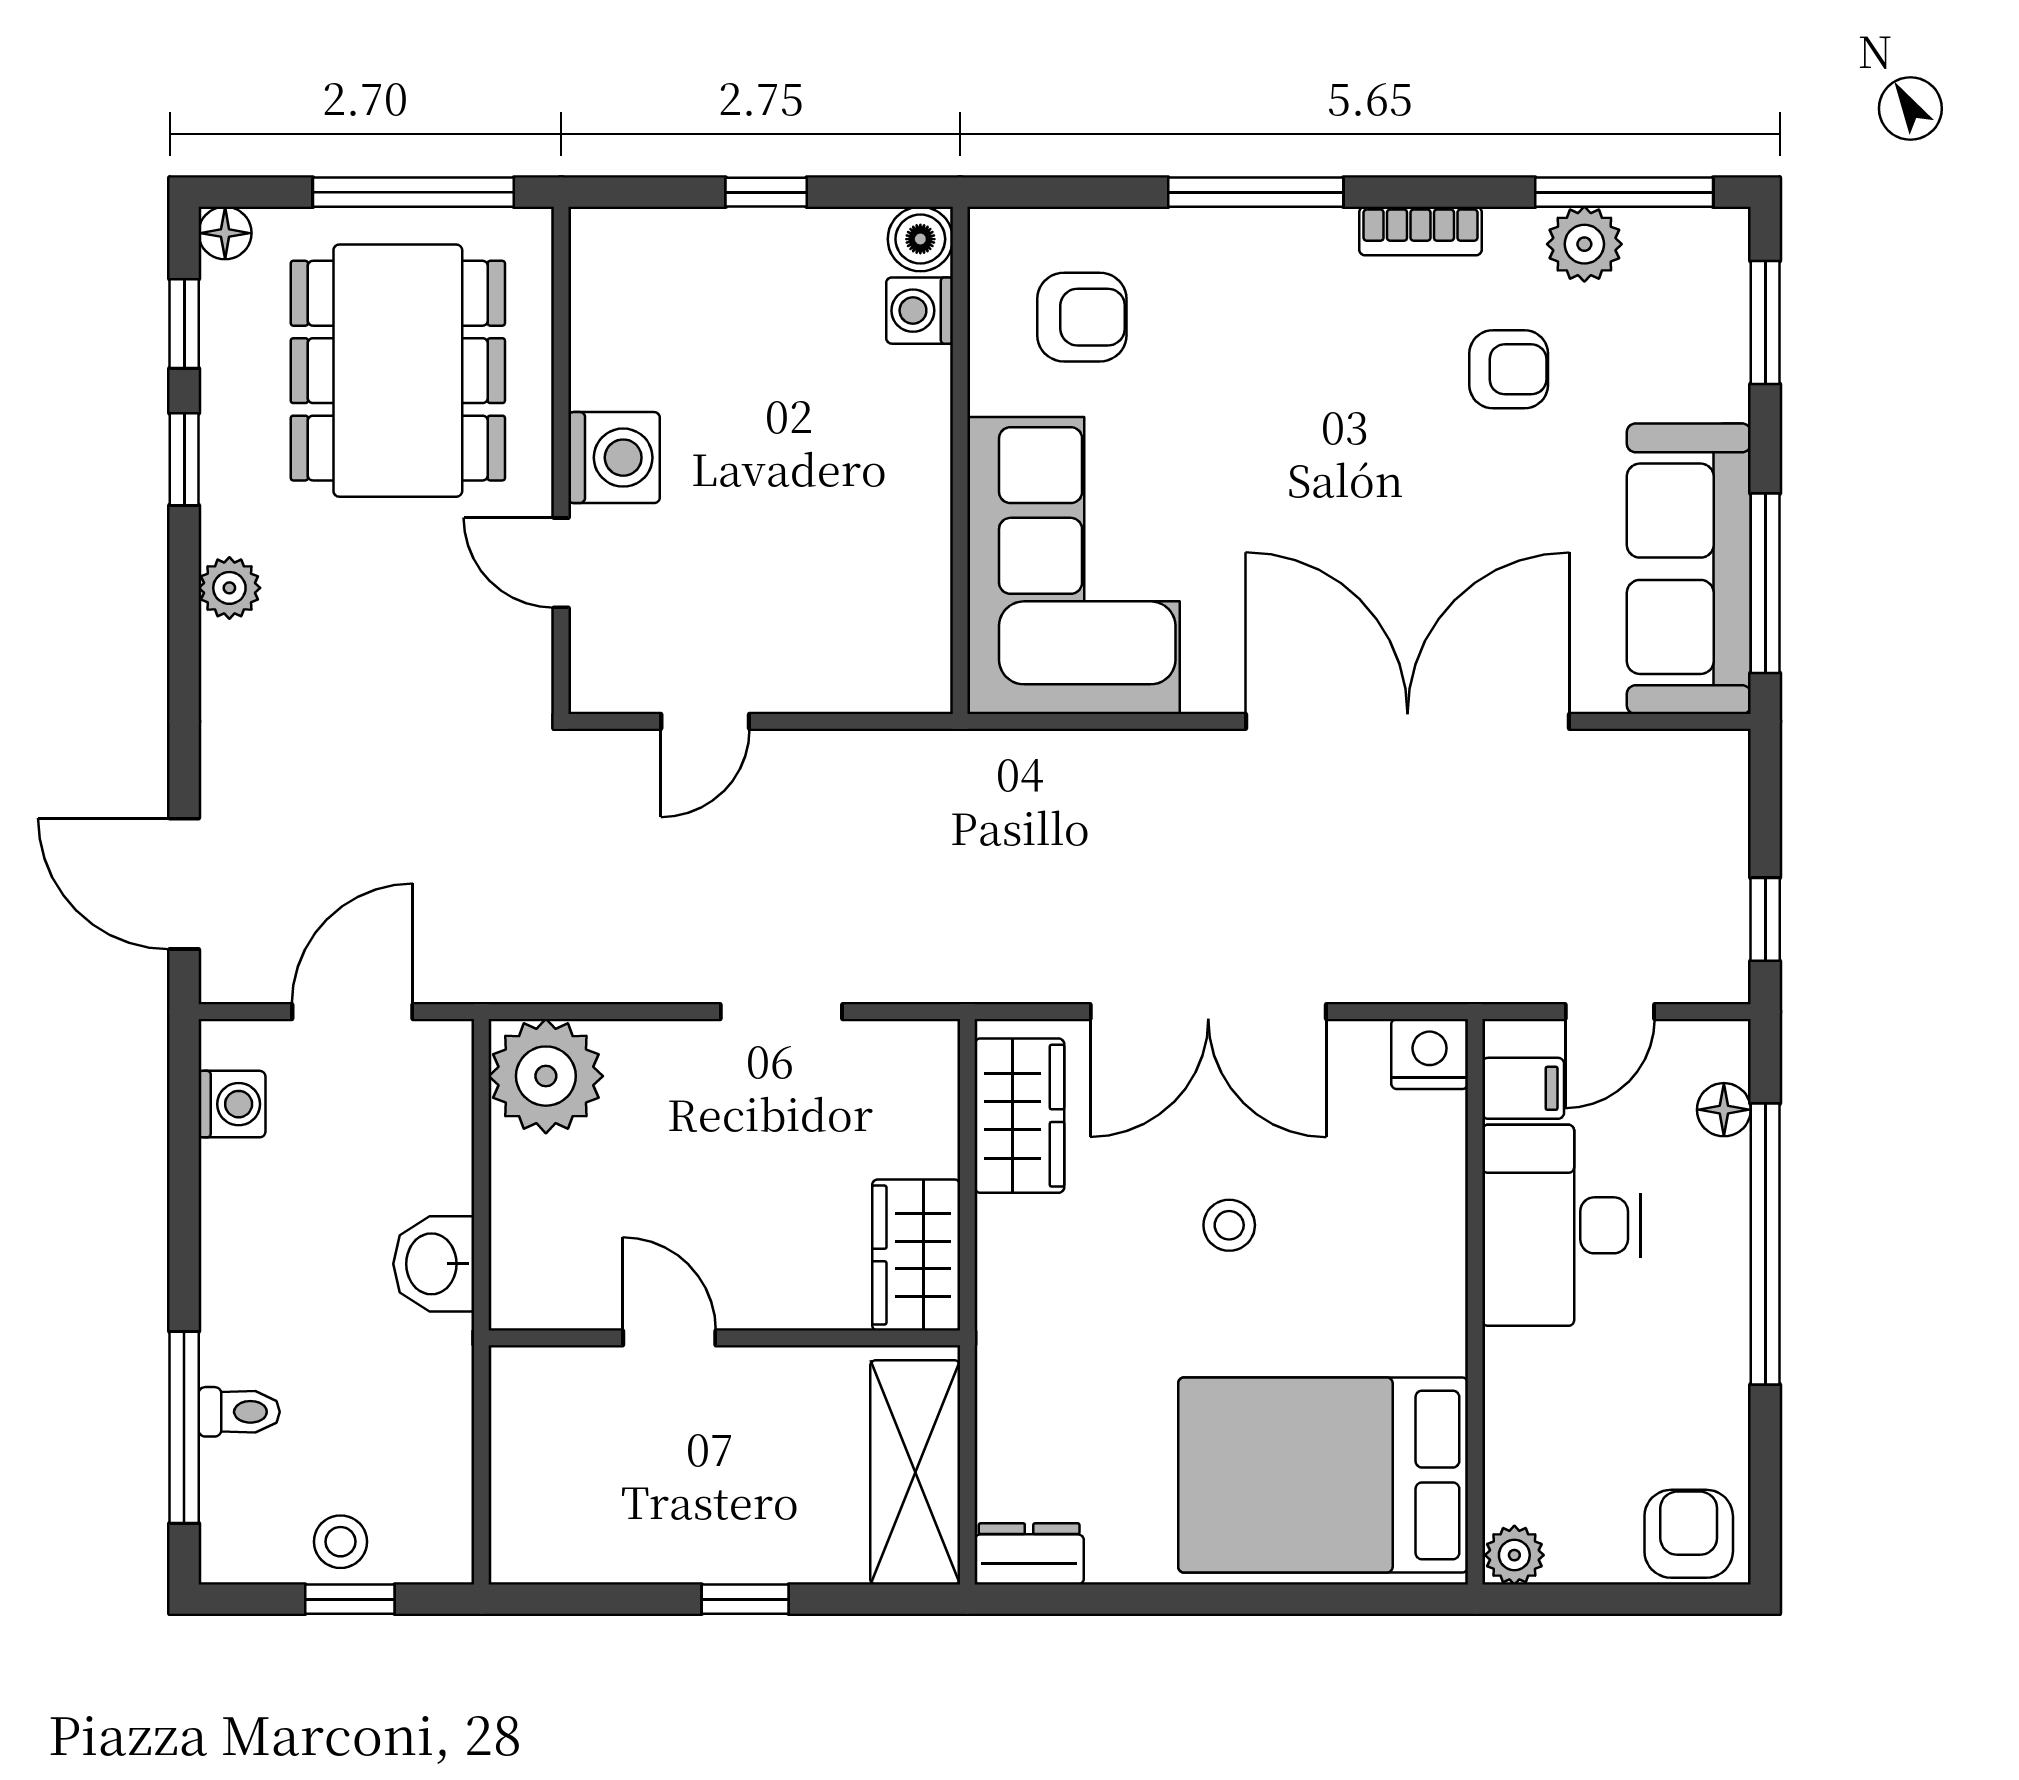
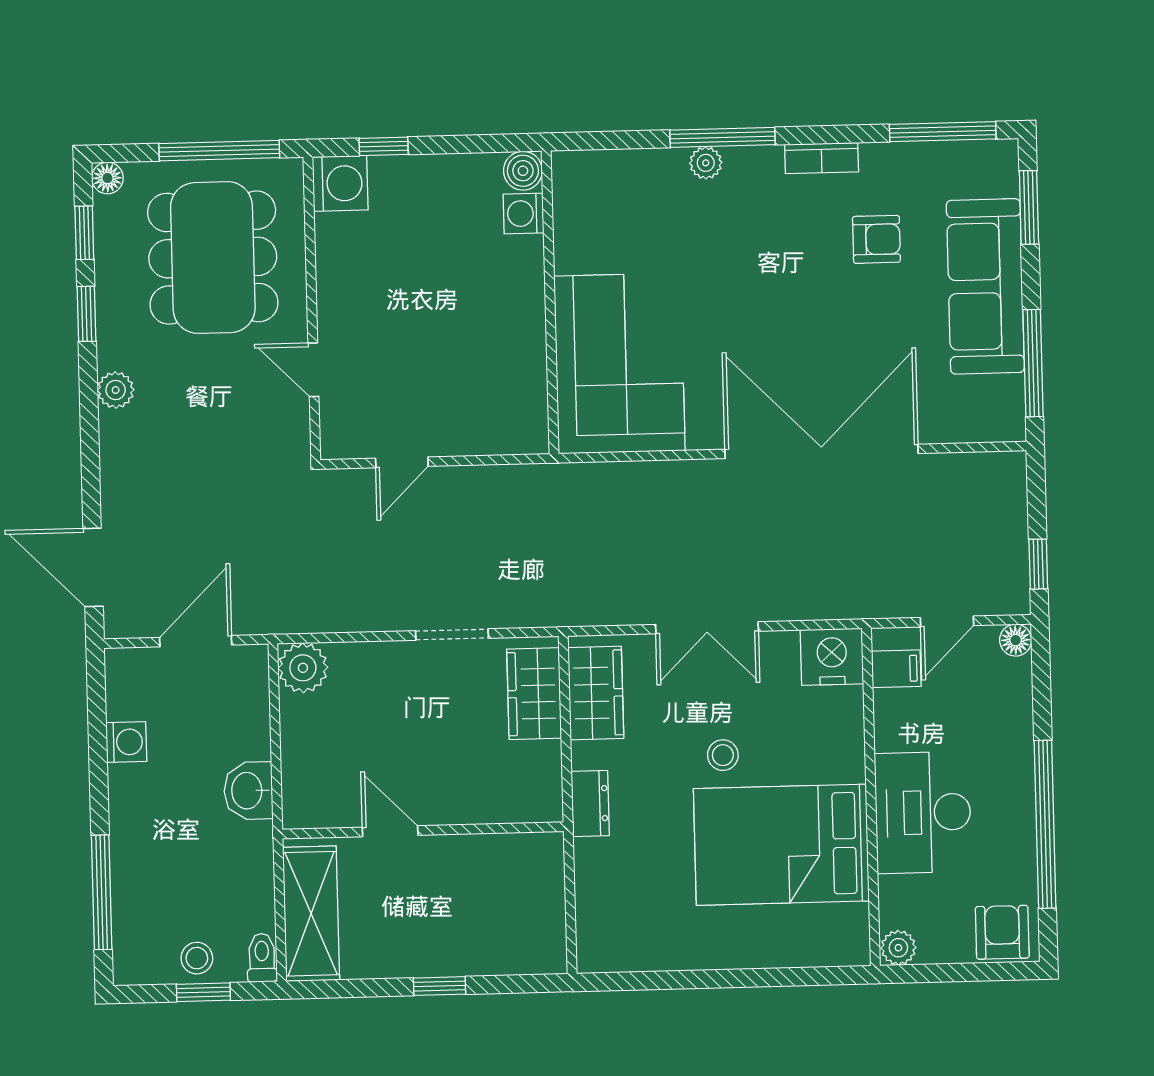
window: (766, 192) -> (384, 146), moved
plant: (1584, 244) -> (706, 163), moved, width x0.73, depth x0.73
armchair: (1082, 317) -> (621, 215), removed
washing machine: (614, 458) -> (340, 183), moved
sofa: (1689, 569) -> (985, 286), moved
double door: (1208, 1012) -> (707, 628), width x0.73
nightstand: (1430, 1054) -> (832, 657), width x1.36, depth x1.33
plant: (546, 1076) -> (303, 668), width x0.73, depth x0.73
washing machine: (232, 1104) -> (126, 742), moved
floor lamp: (1724, 1110) -> (1016, 640), moved
desk: (1561, 1225) -> (923, 812), moved
window: (1765, 1244) -> (1045, 824), moved
wardrobe: (916, 1255) -> (534, 694), moved
toilet: (239, 1412) -> (262, 958), moved, turned -90
shelving: (915, 1472) -> (311, 914), moved
bed: (1323, 1475) -> (781, 845), moved
dresser: (1029, 1554) -> (590, 803), moved, turned 90

